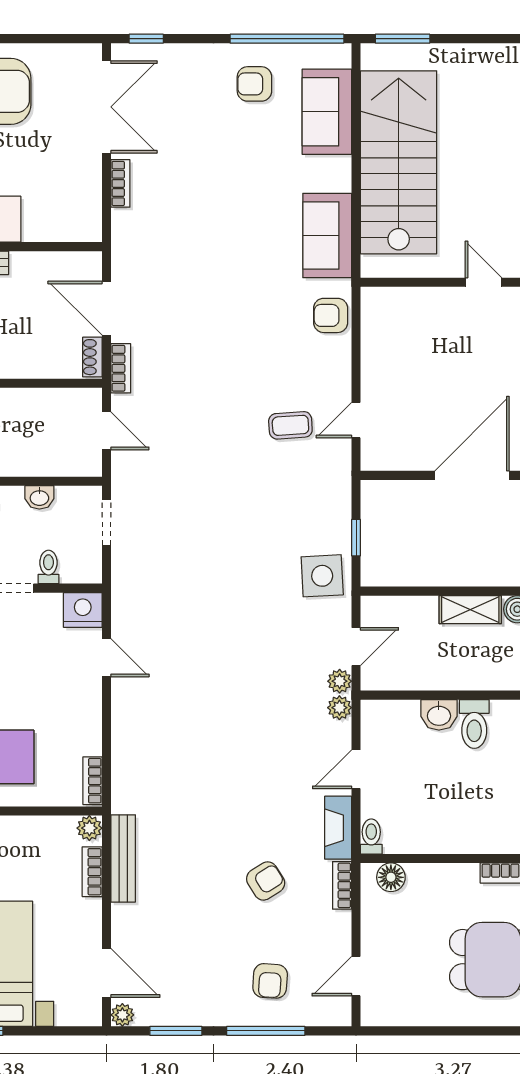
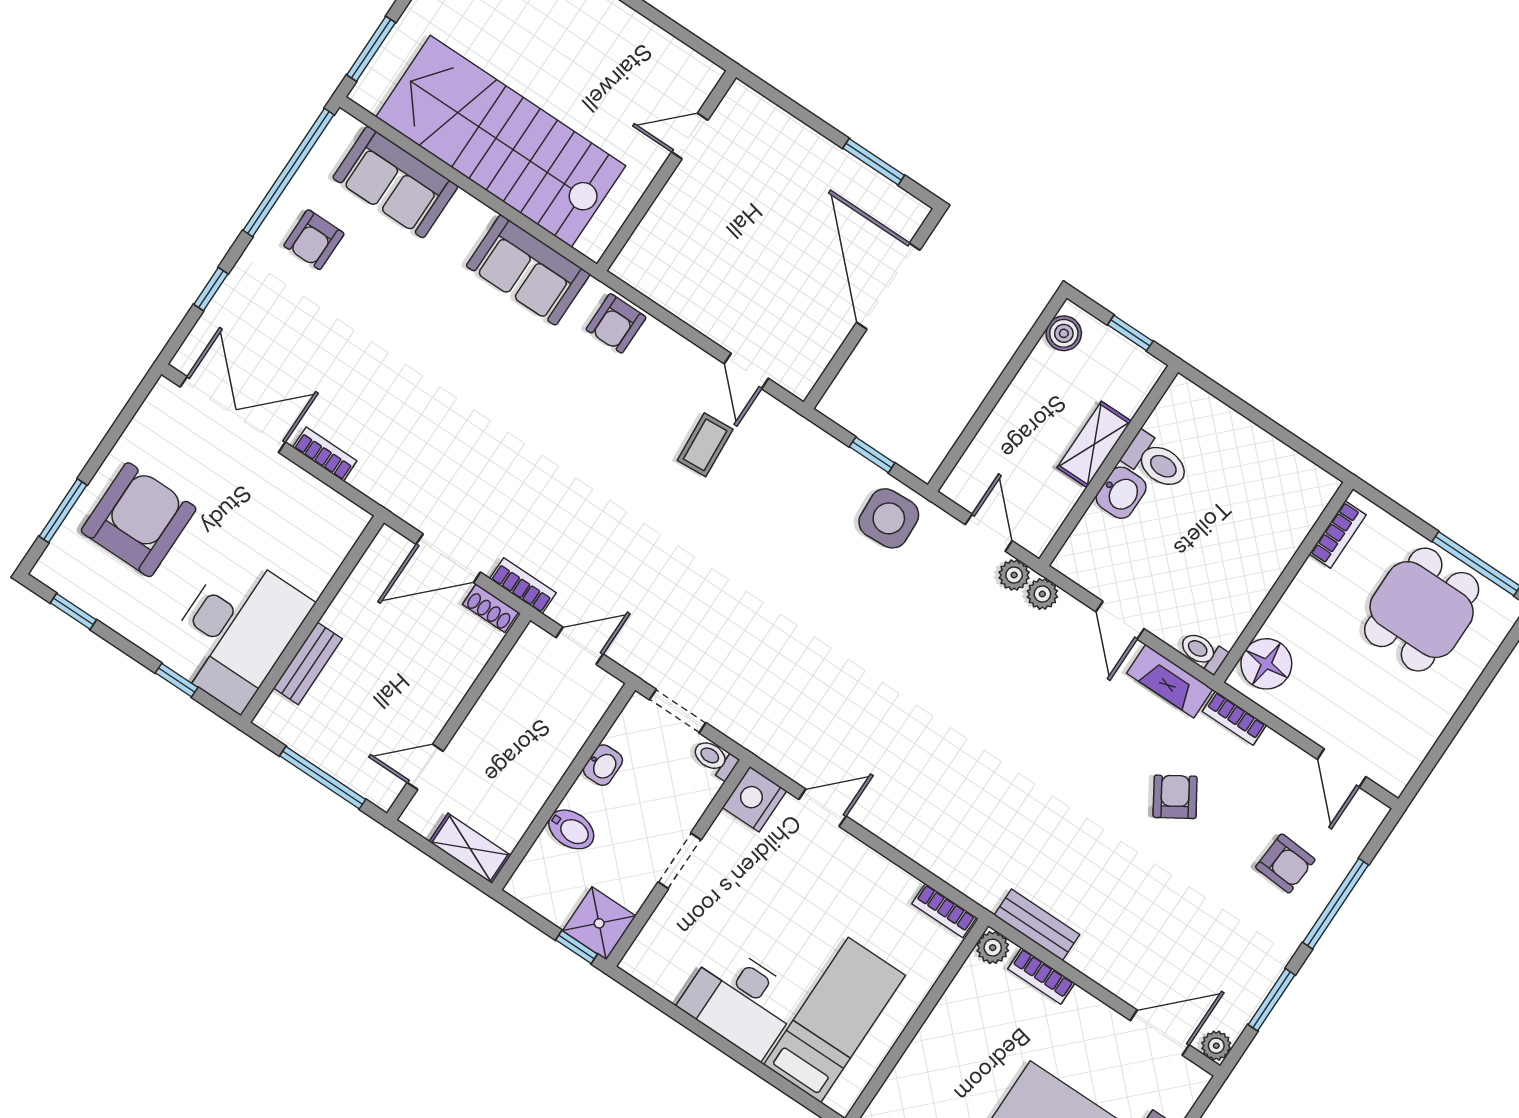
window: (146, 39) -> (211, 289), moved
toilet: (48, 567) -> (715, 759), moved
shelving: (470, 610) -> (1094, 444), moved
bench: (123, 858) -> (1037, 925), width x0.73
floor lamp: (391, 877) -> (1266, 664), width x1.38, depth x1.38

